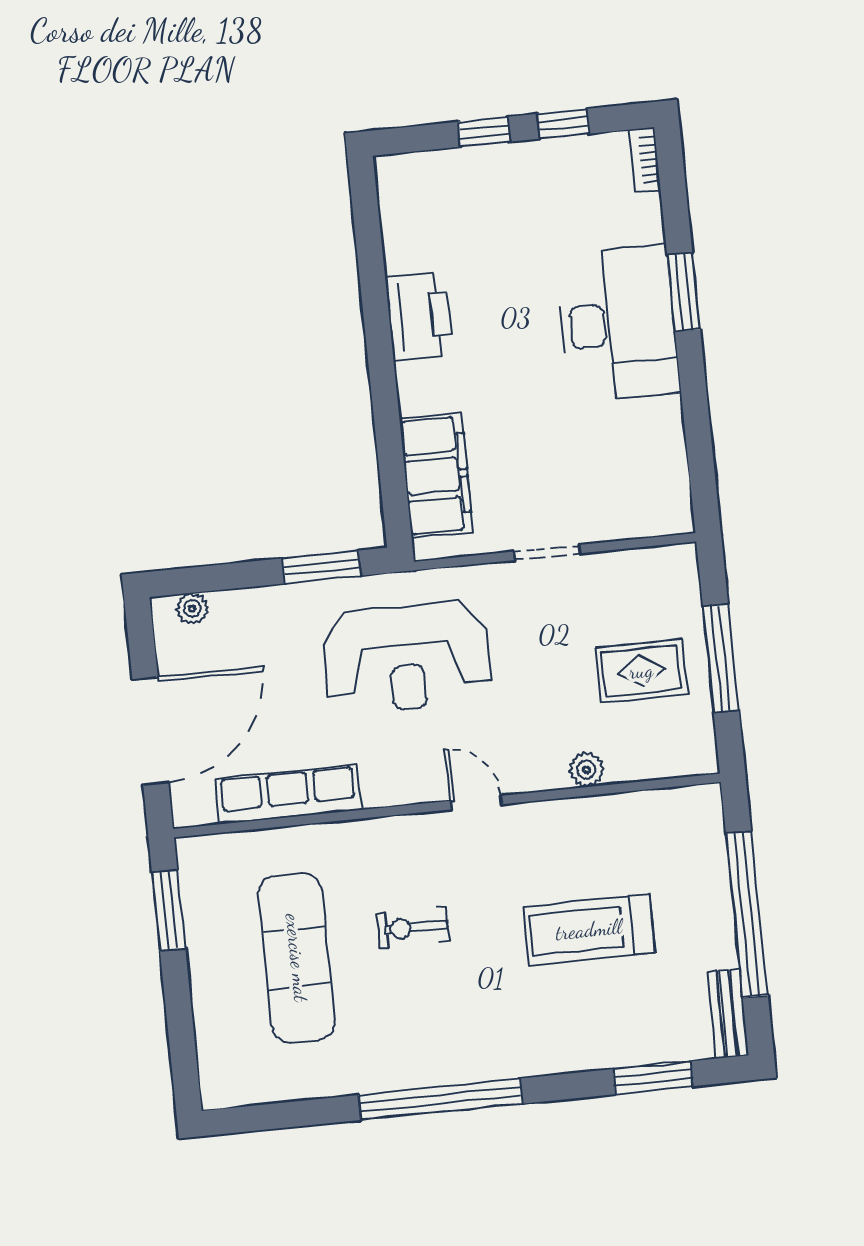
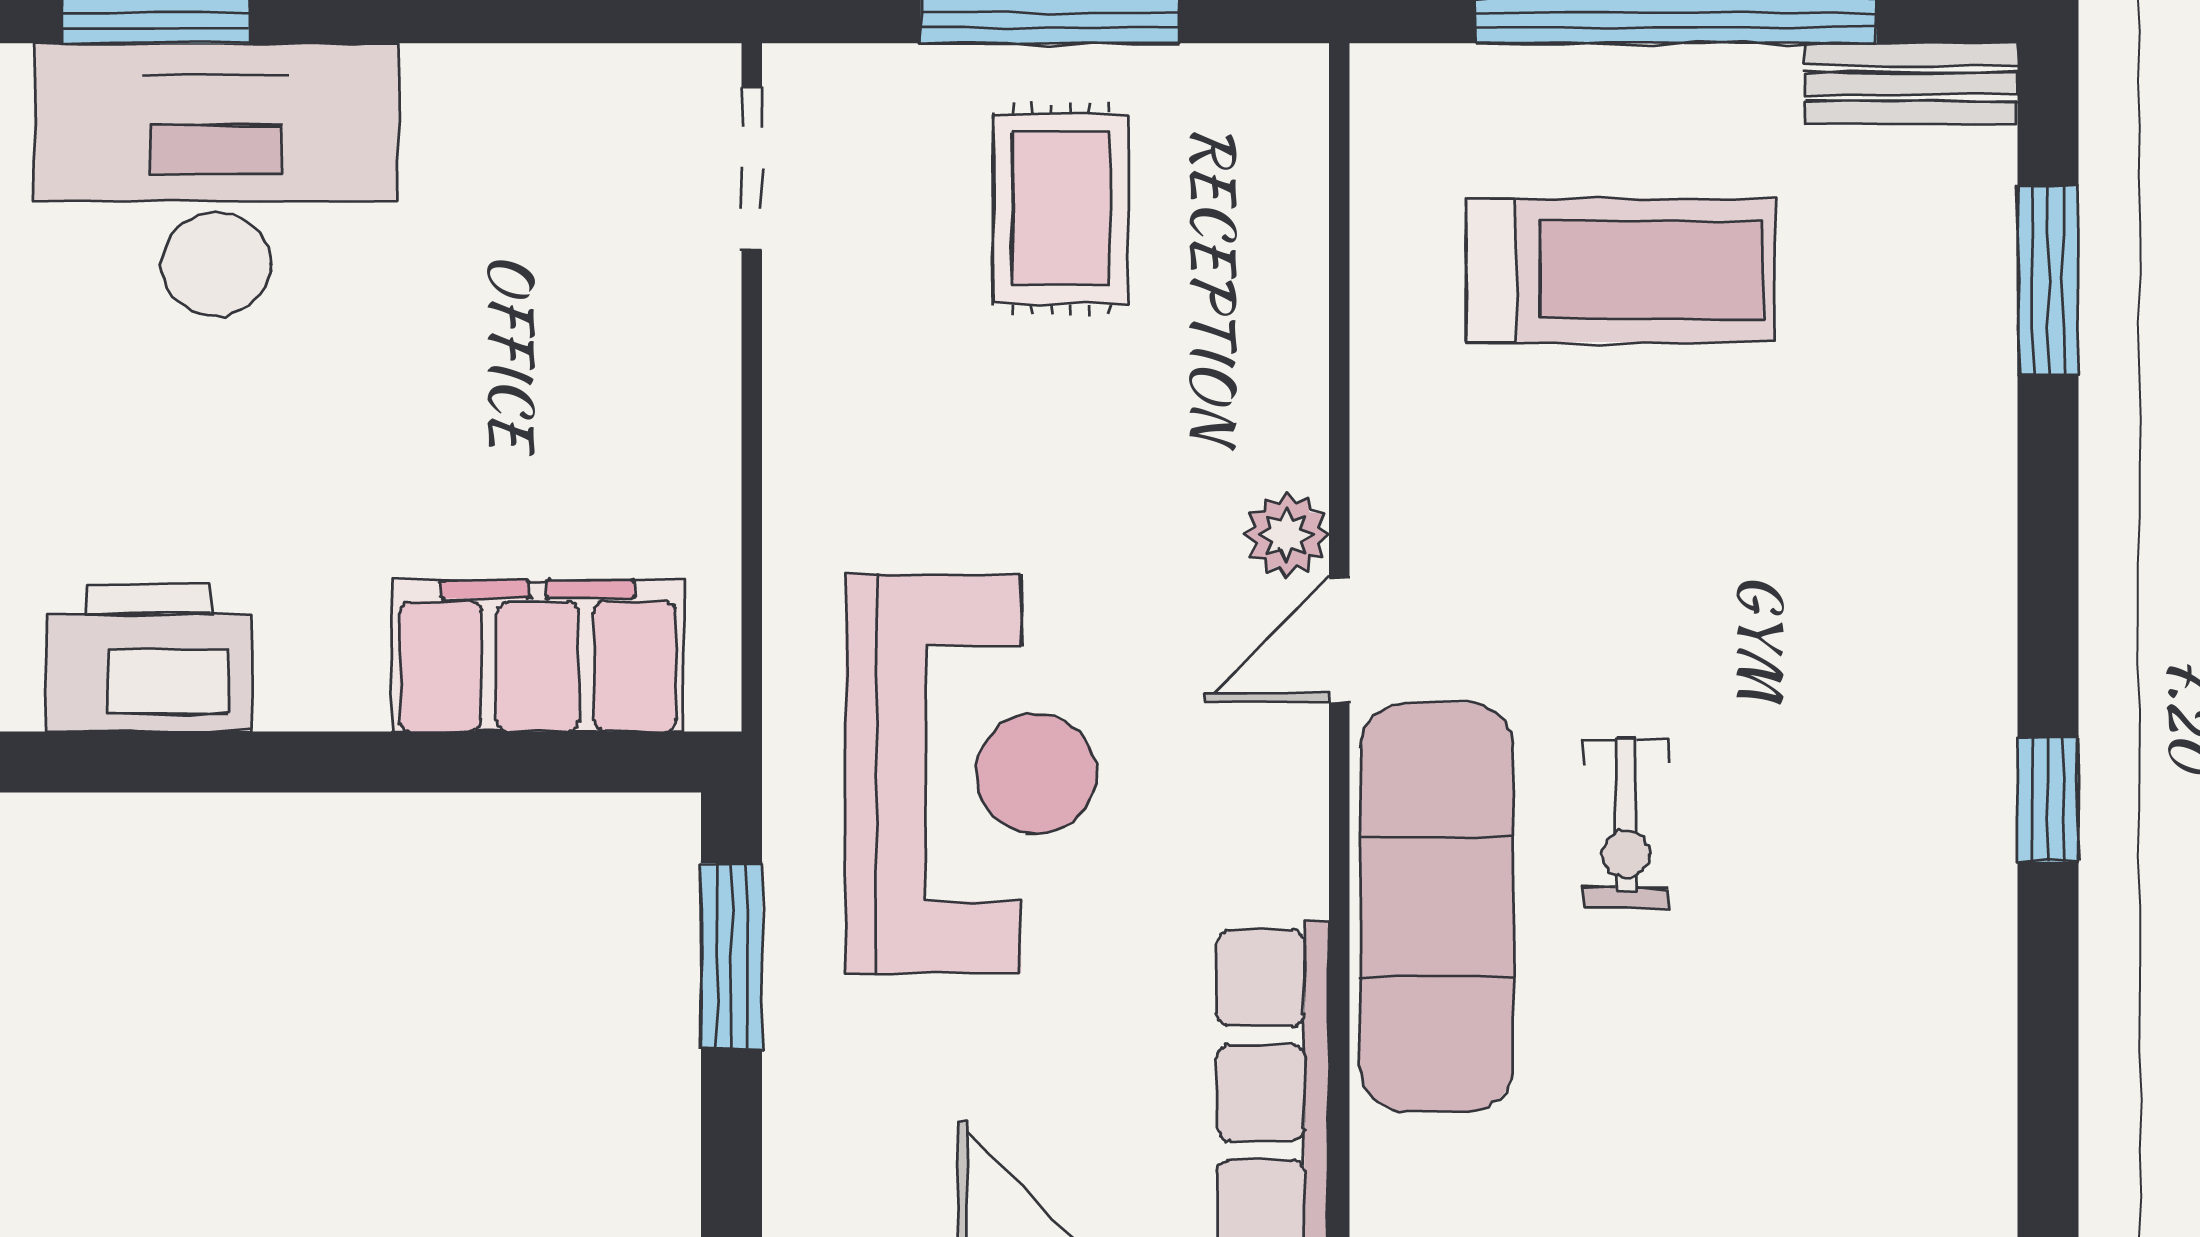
doorway: (547, 552) -> (752, 168), moved
plant: (586, 770) -> (1287, 535), moved
treadmill: (589, 930) -> (1621, 270), moved, turned -90
exercise mat: (297, 958) -> (1437, 907), moved, turned 90
window: (440, 1099) -> (2048, 799), width x0.32

